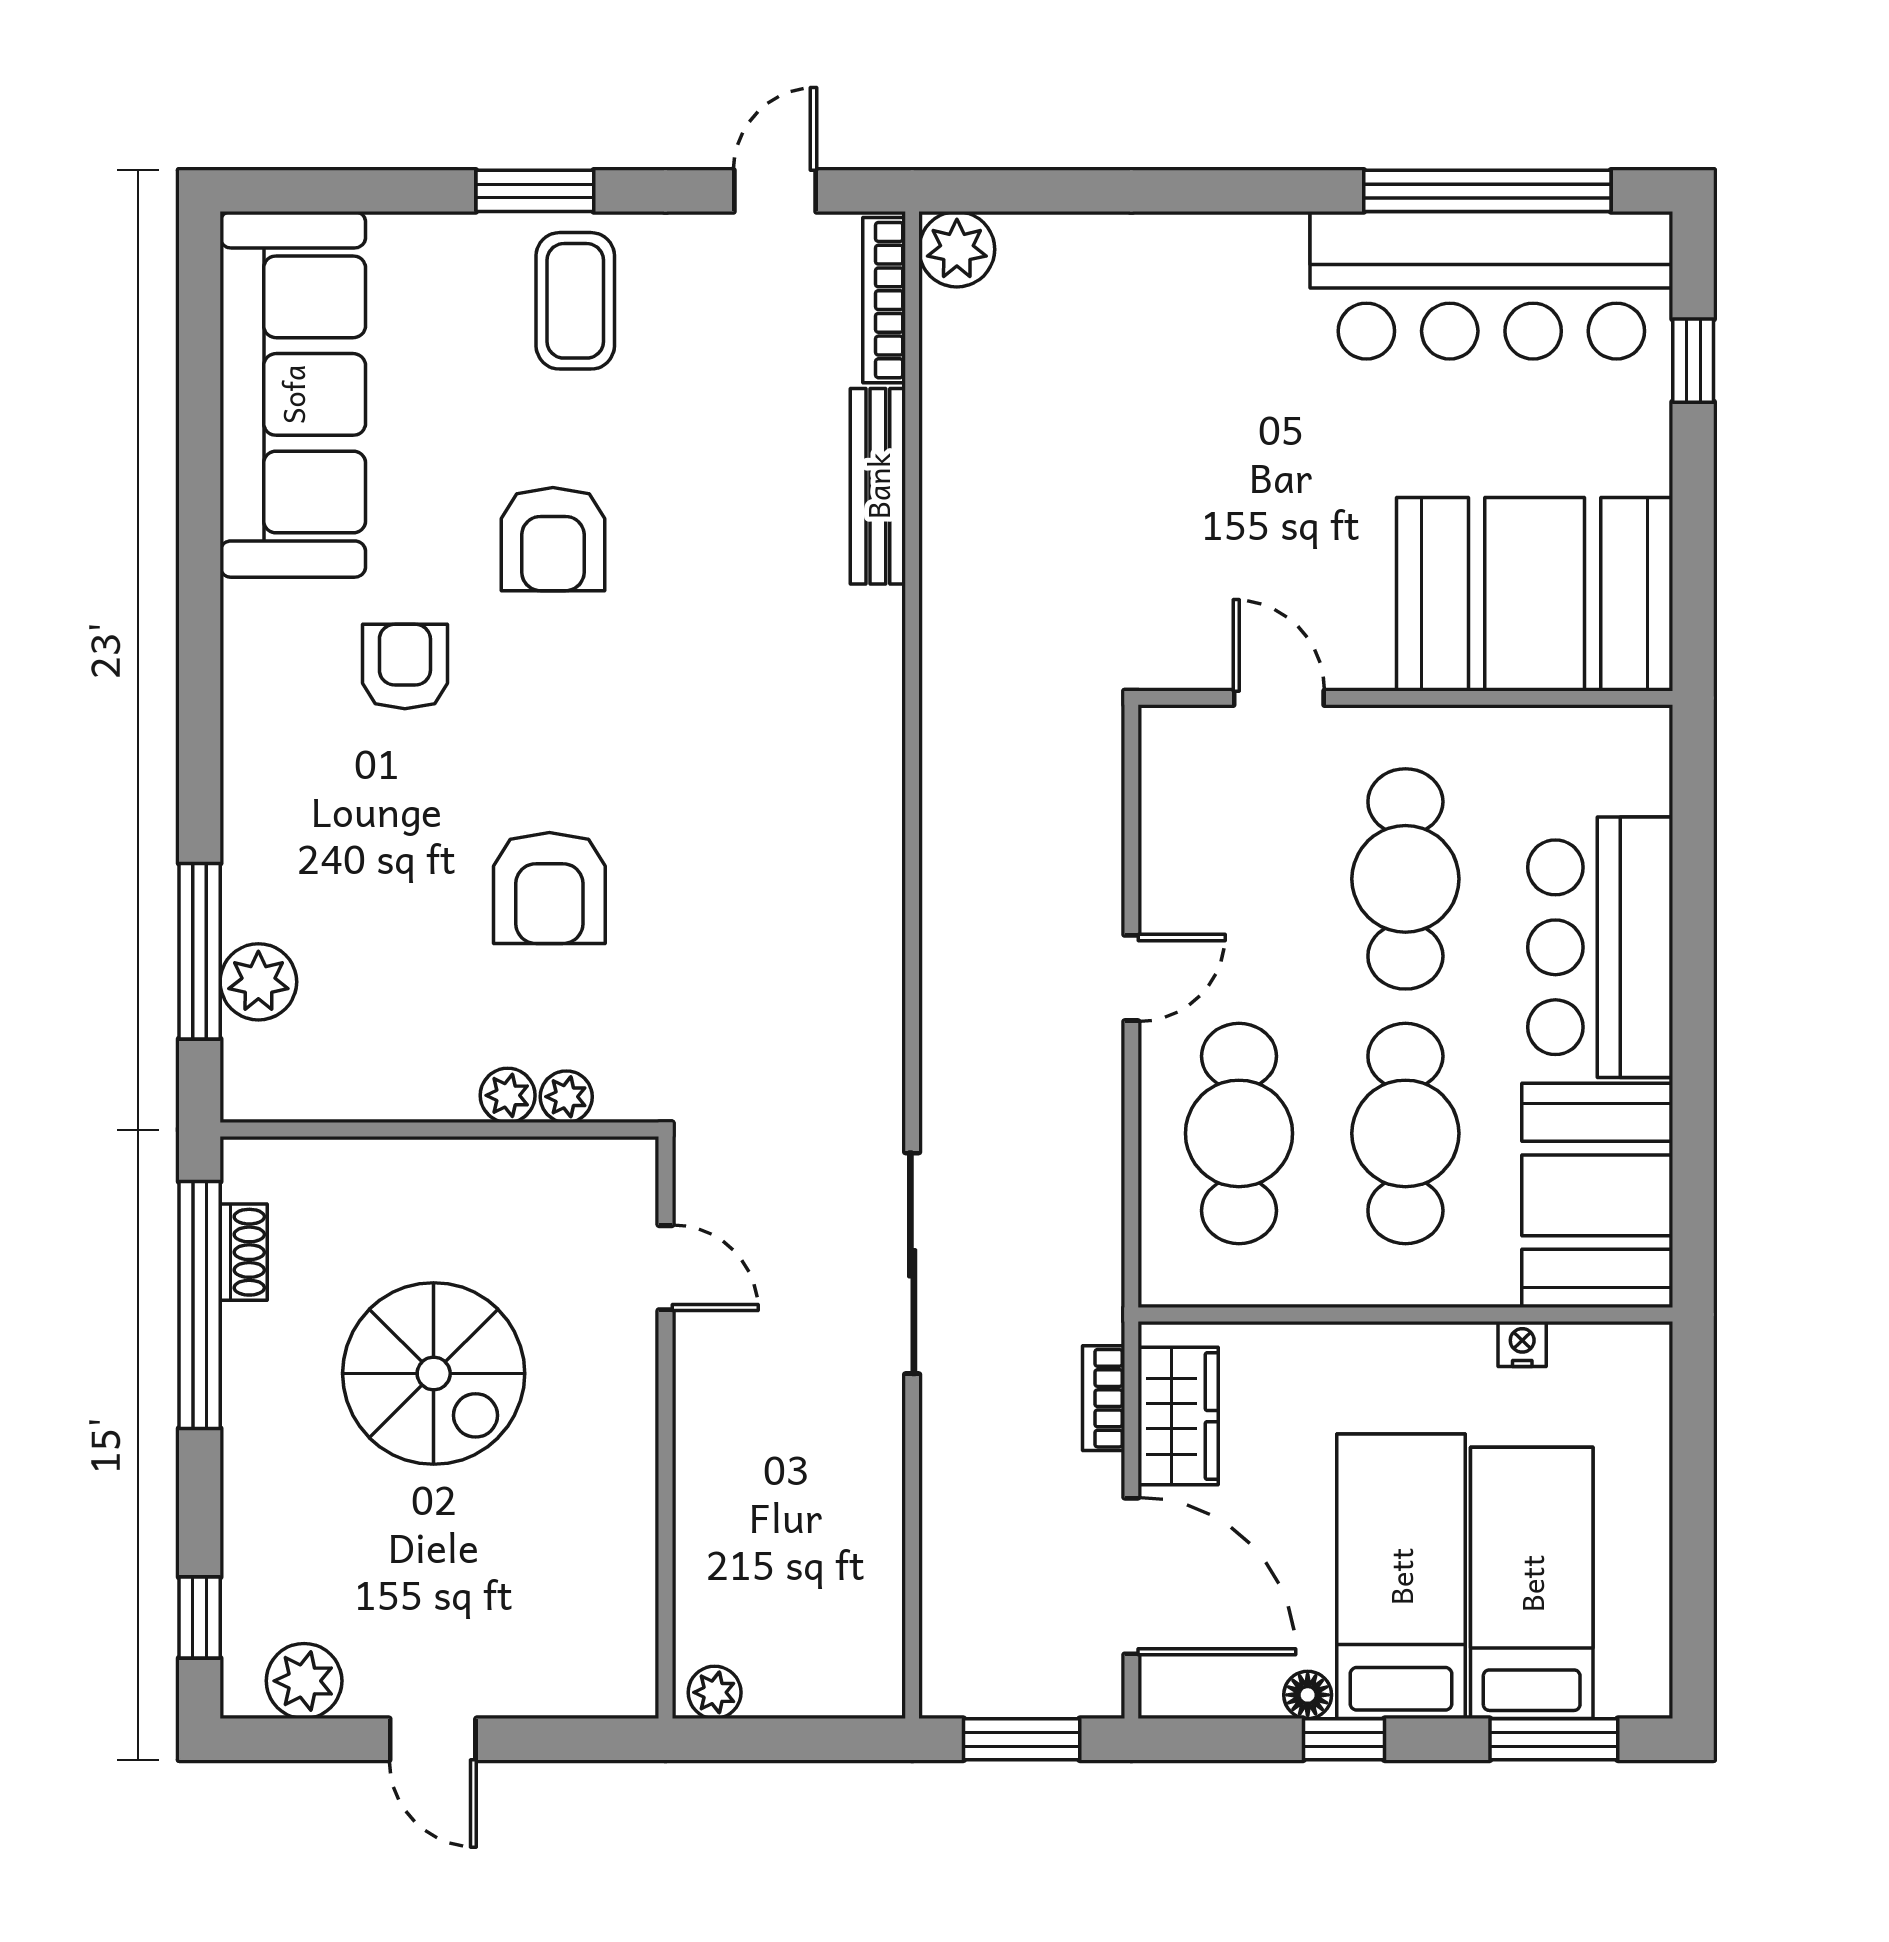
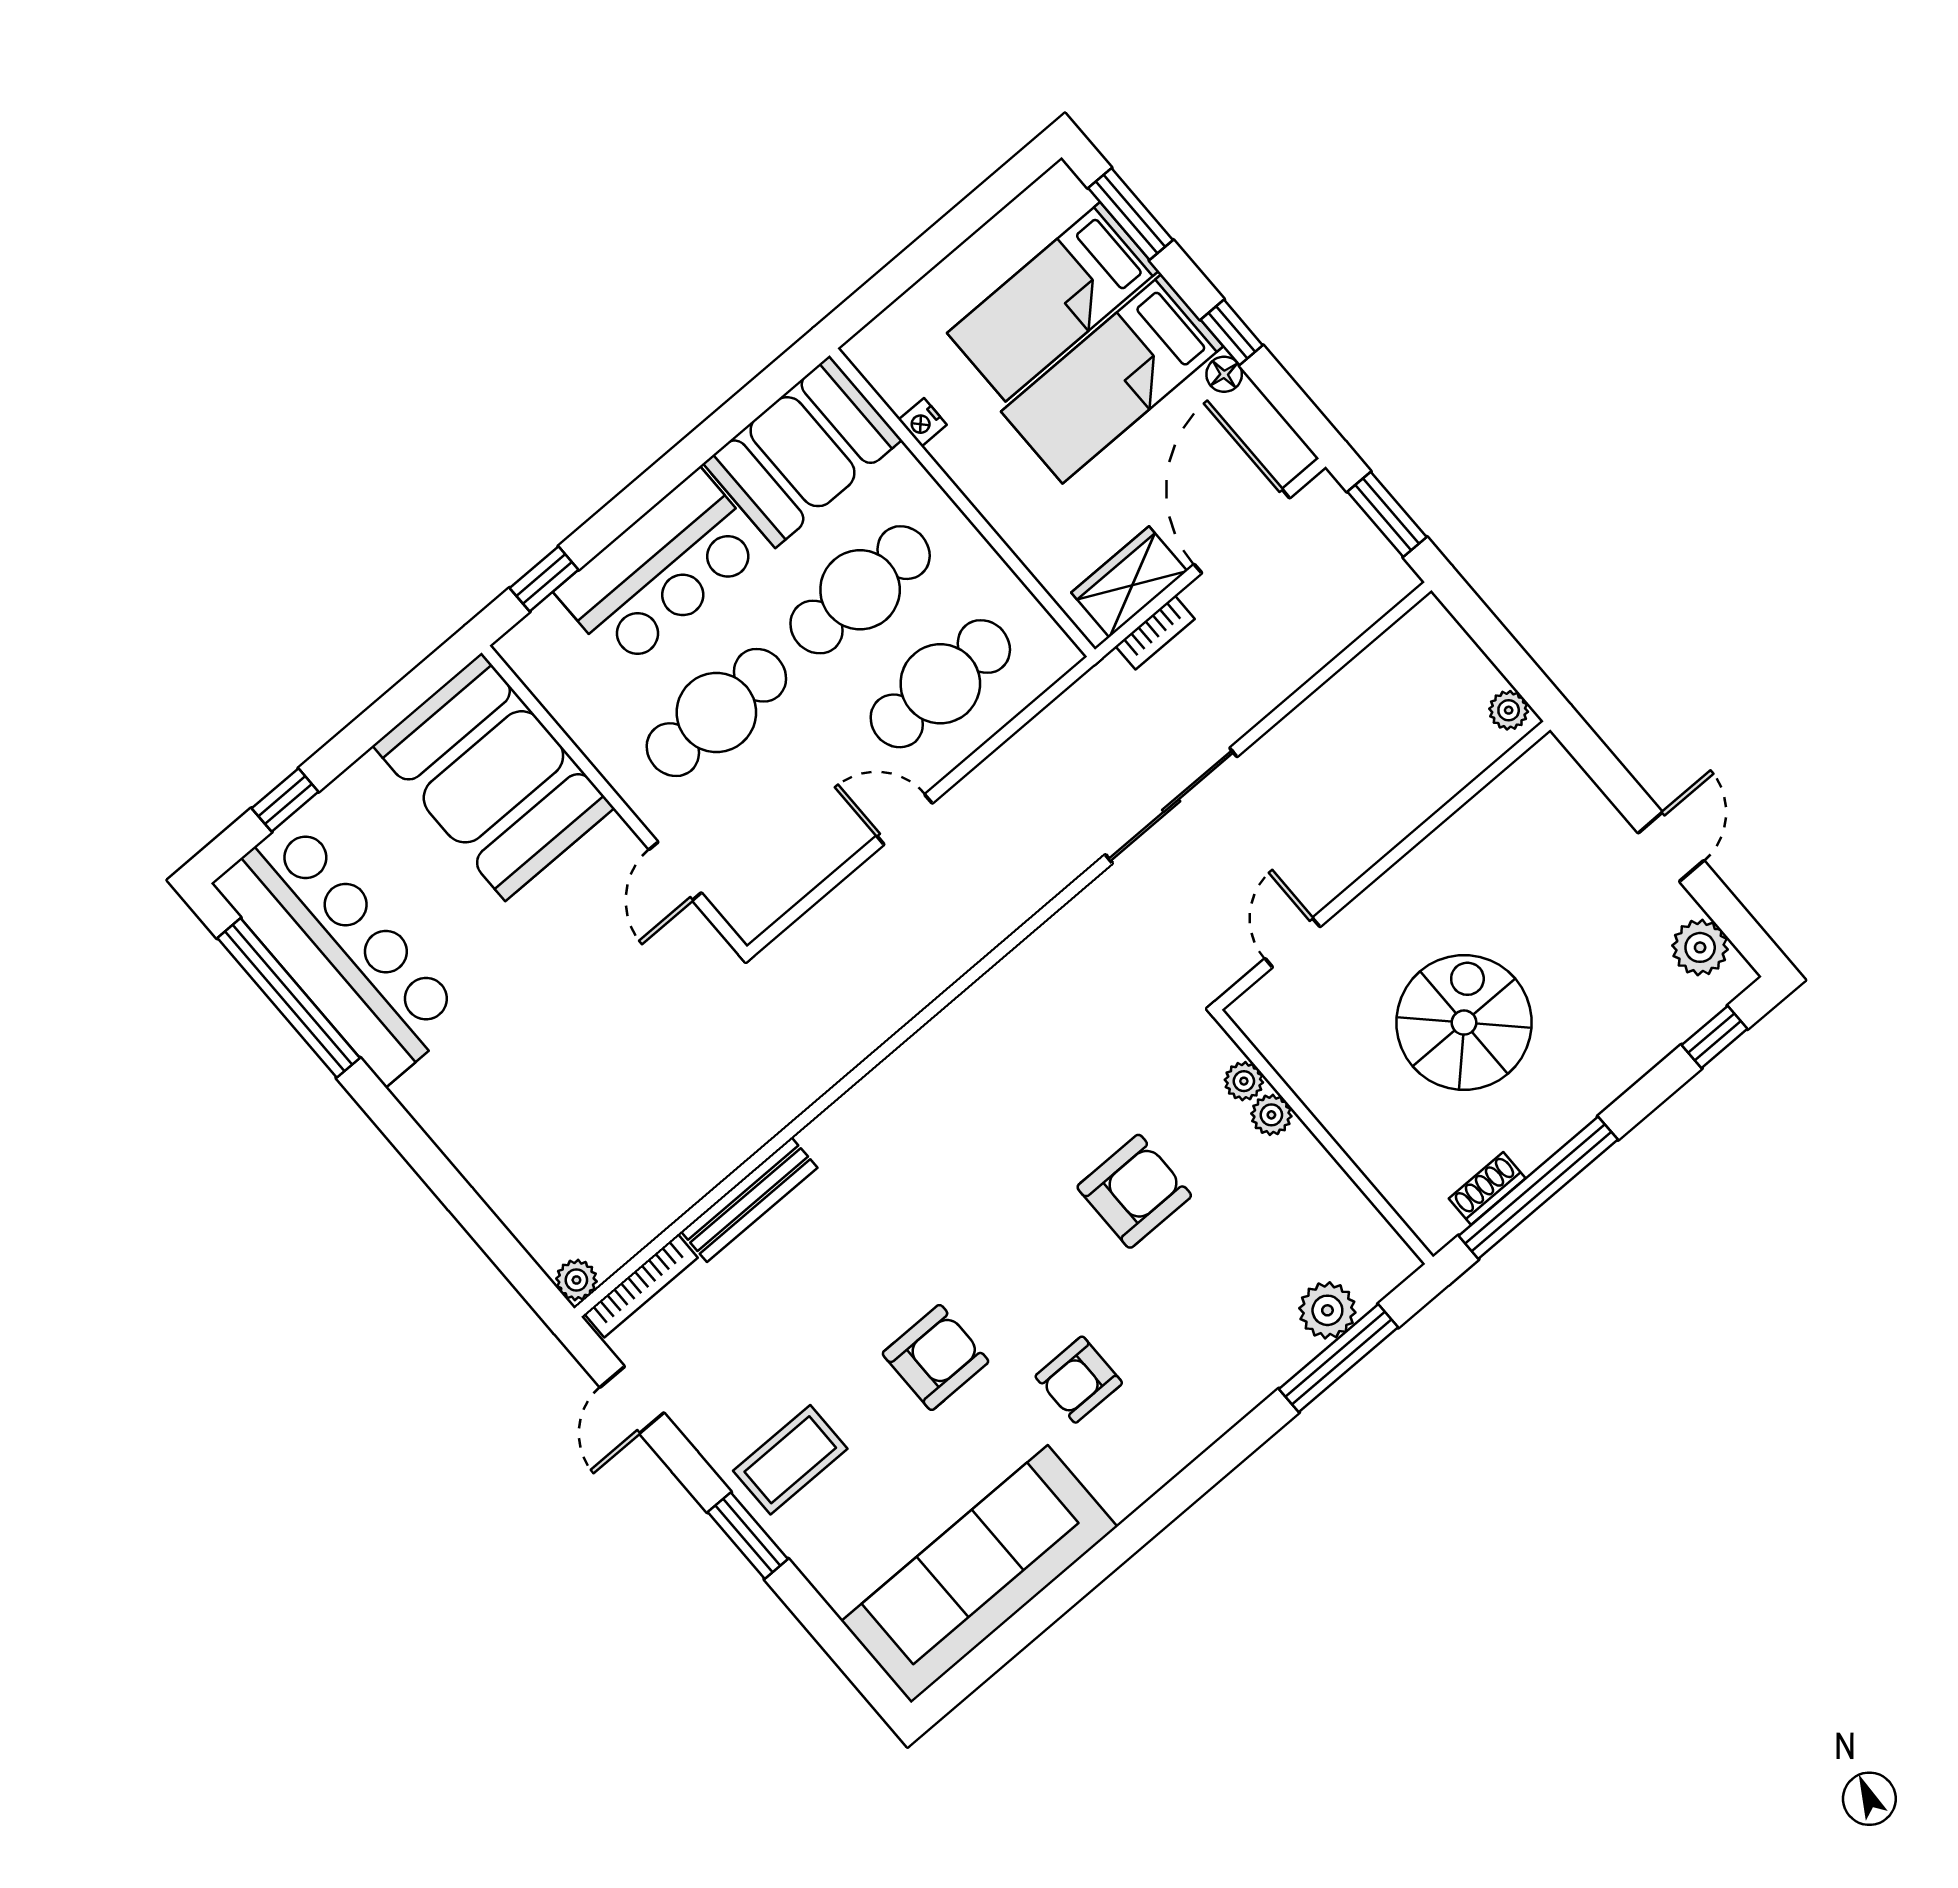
door: (775, 191) -> (632, 1400), hinge flipped
plant: (957, 249) -> (576, 1280), width x0.73, depth x0.73
window: (1693, 819) -> (544, 579), added

